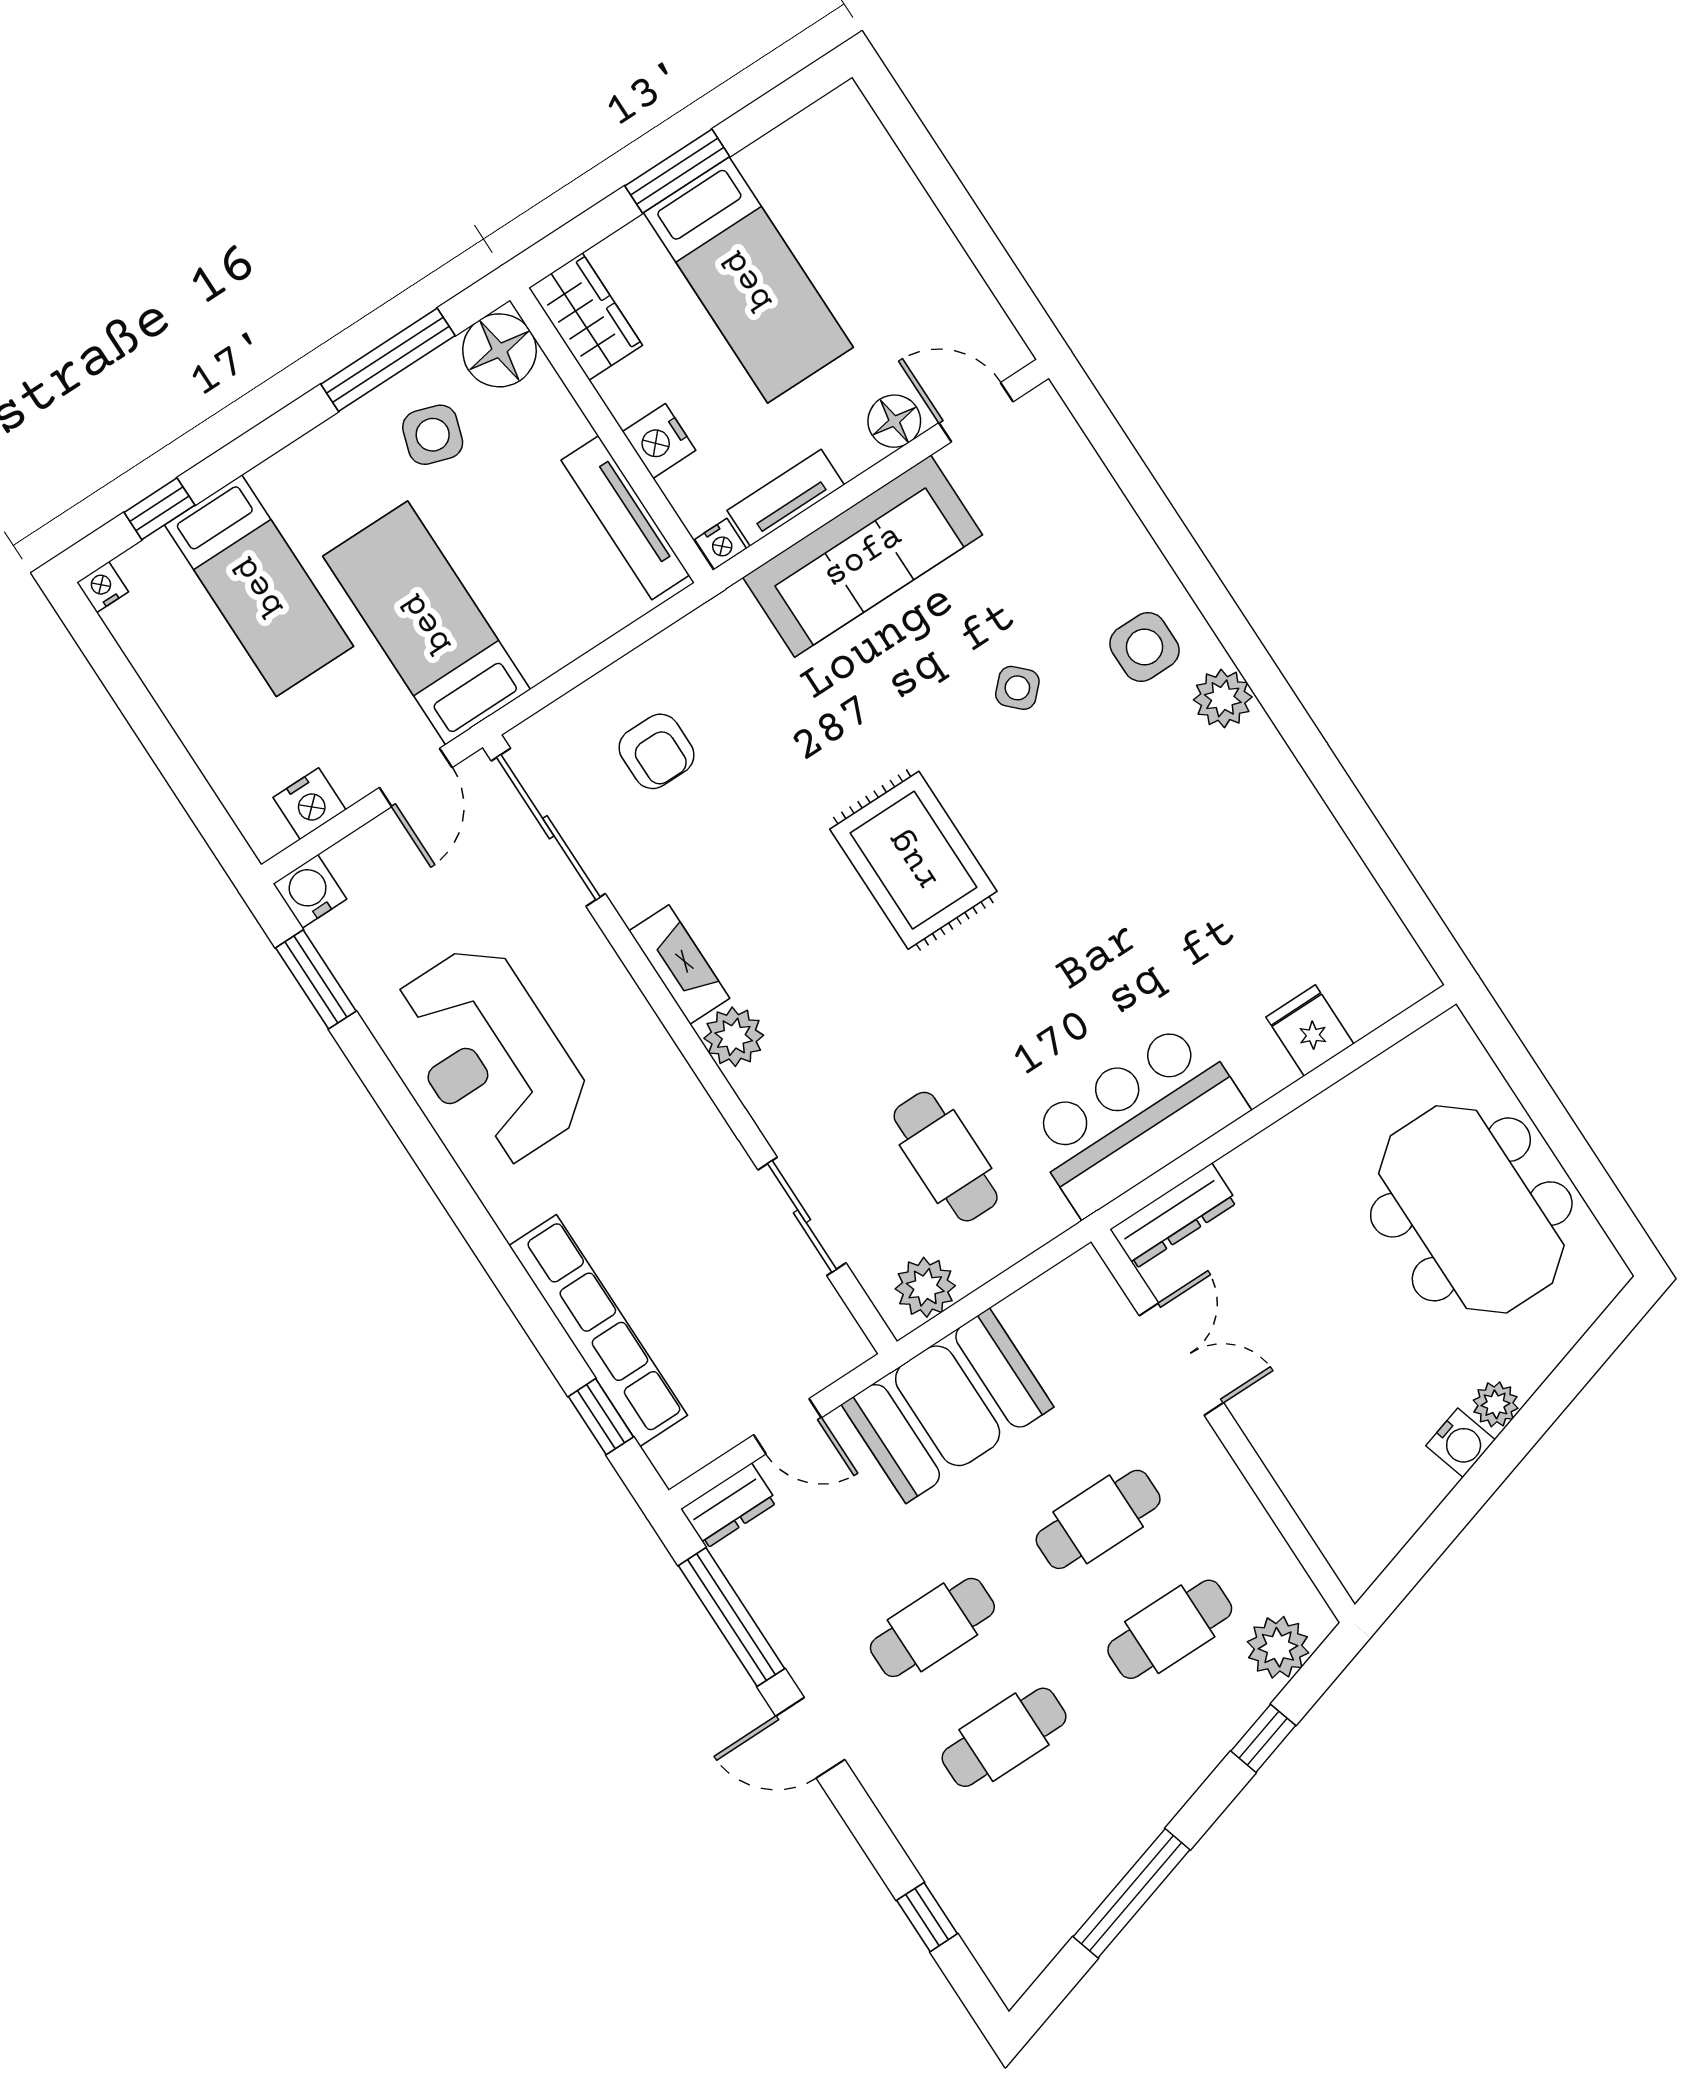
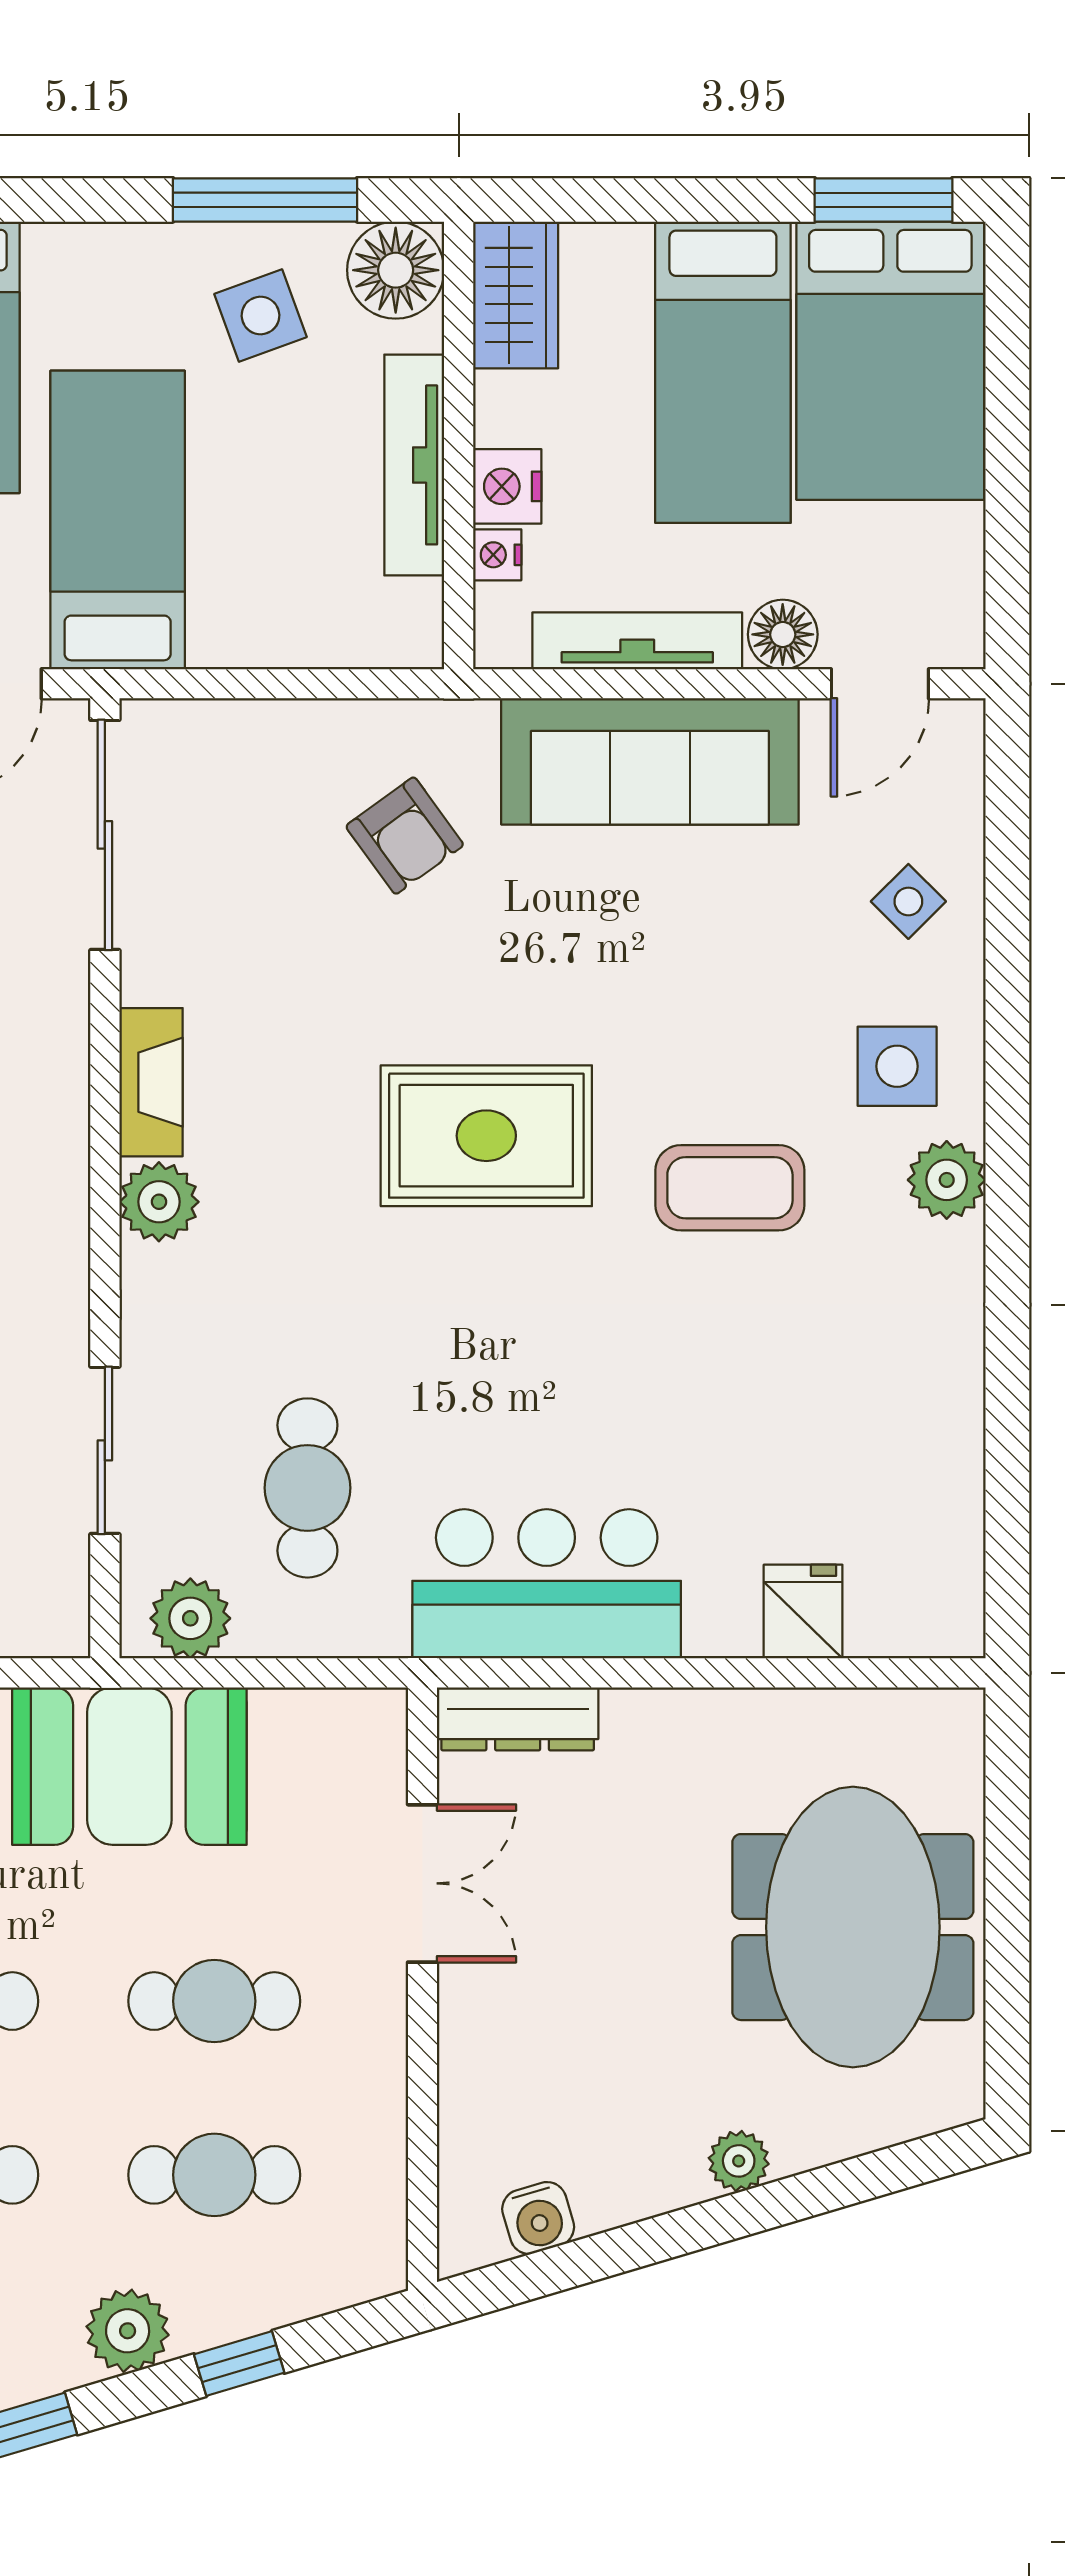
window: (677, 171) -> (884, 200), moved
bed: (849, 204) -> (890, 361), added
door: (976, 412) -> (880, 684), swing flipped
side table: (433, 435) -> (260, 316), turned -38
tv unit: (786, 498) -> (637, 641), width x1.41
tv unit: (625, 518) -> (414, 465), moved
nightstand: (721, 544) -> (497, 555), moved, turned 90
side table: (1017, 688) -> (908, 901), moved
armchair: (657, 751) -> (405, 836), moved, turned -36
coffee table: (1089, 793) -> (730, 1188), added
rug: (913, 860) -> (486, 1136), turned 90
water cooler: (1461, 1443) -> (538, 2218), moved
plant: (1278, 1647) -> (128, 2331), moved

